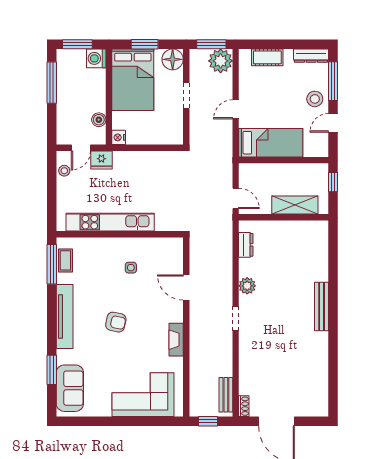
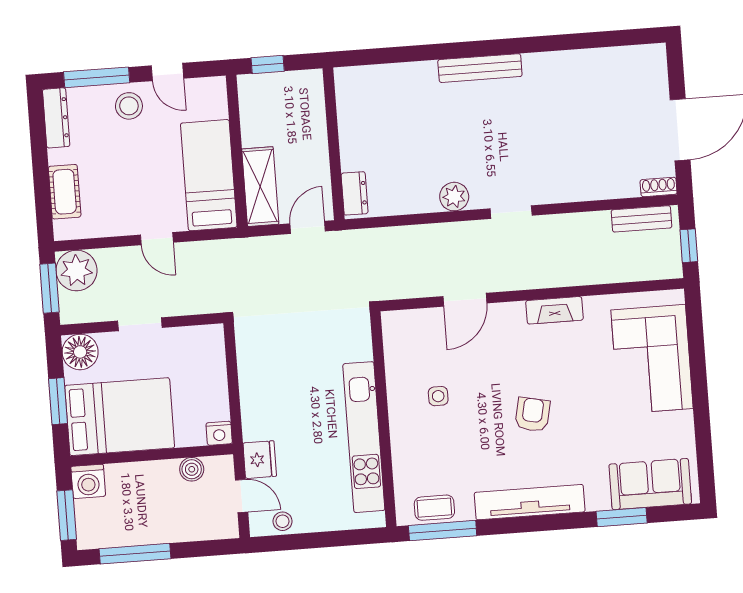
shelving: (295, 205) -> (260, 187), moved
dresser: (246, 245) -> (355, 193), moved, turned 90

